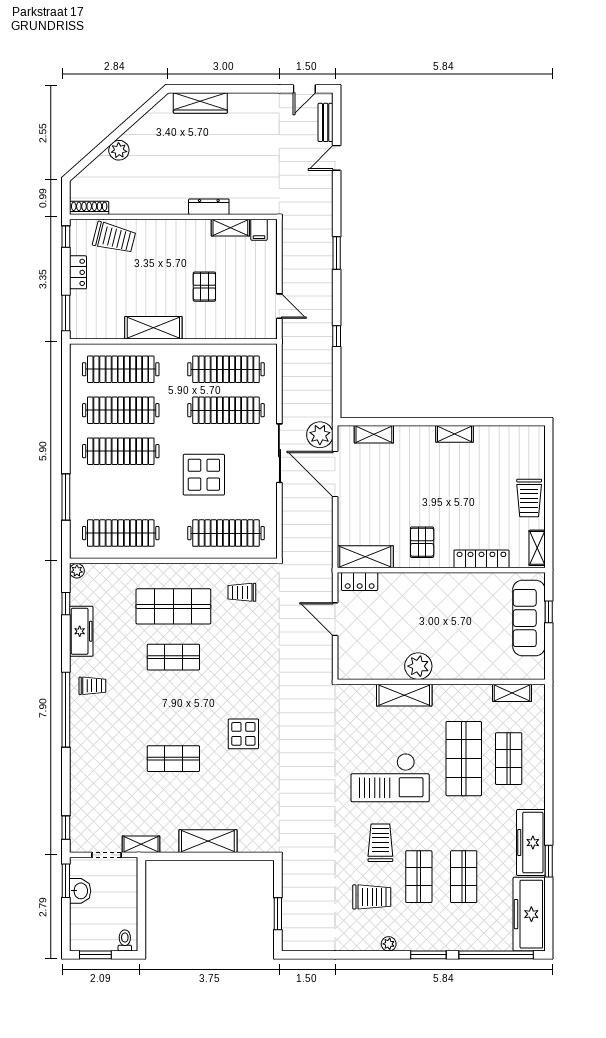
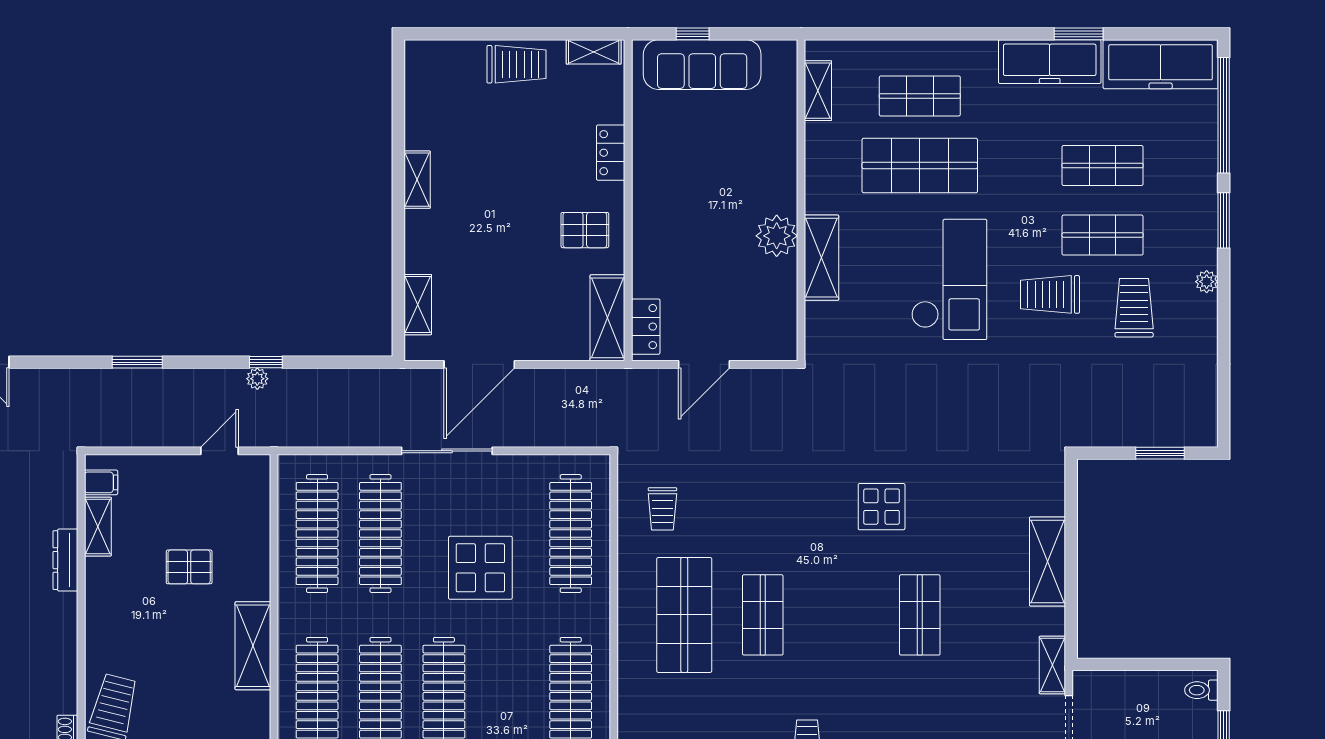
plant: (320, 435) -> (257, 379), moved, width x0.53, depth x0.53
locker: (481, 559) -> (611, 153), width x0.66

